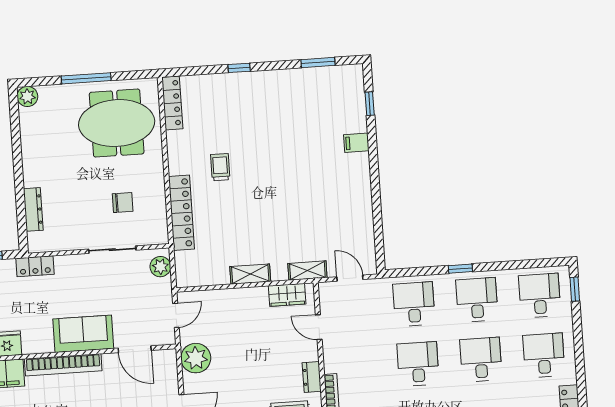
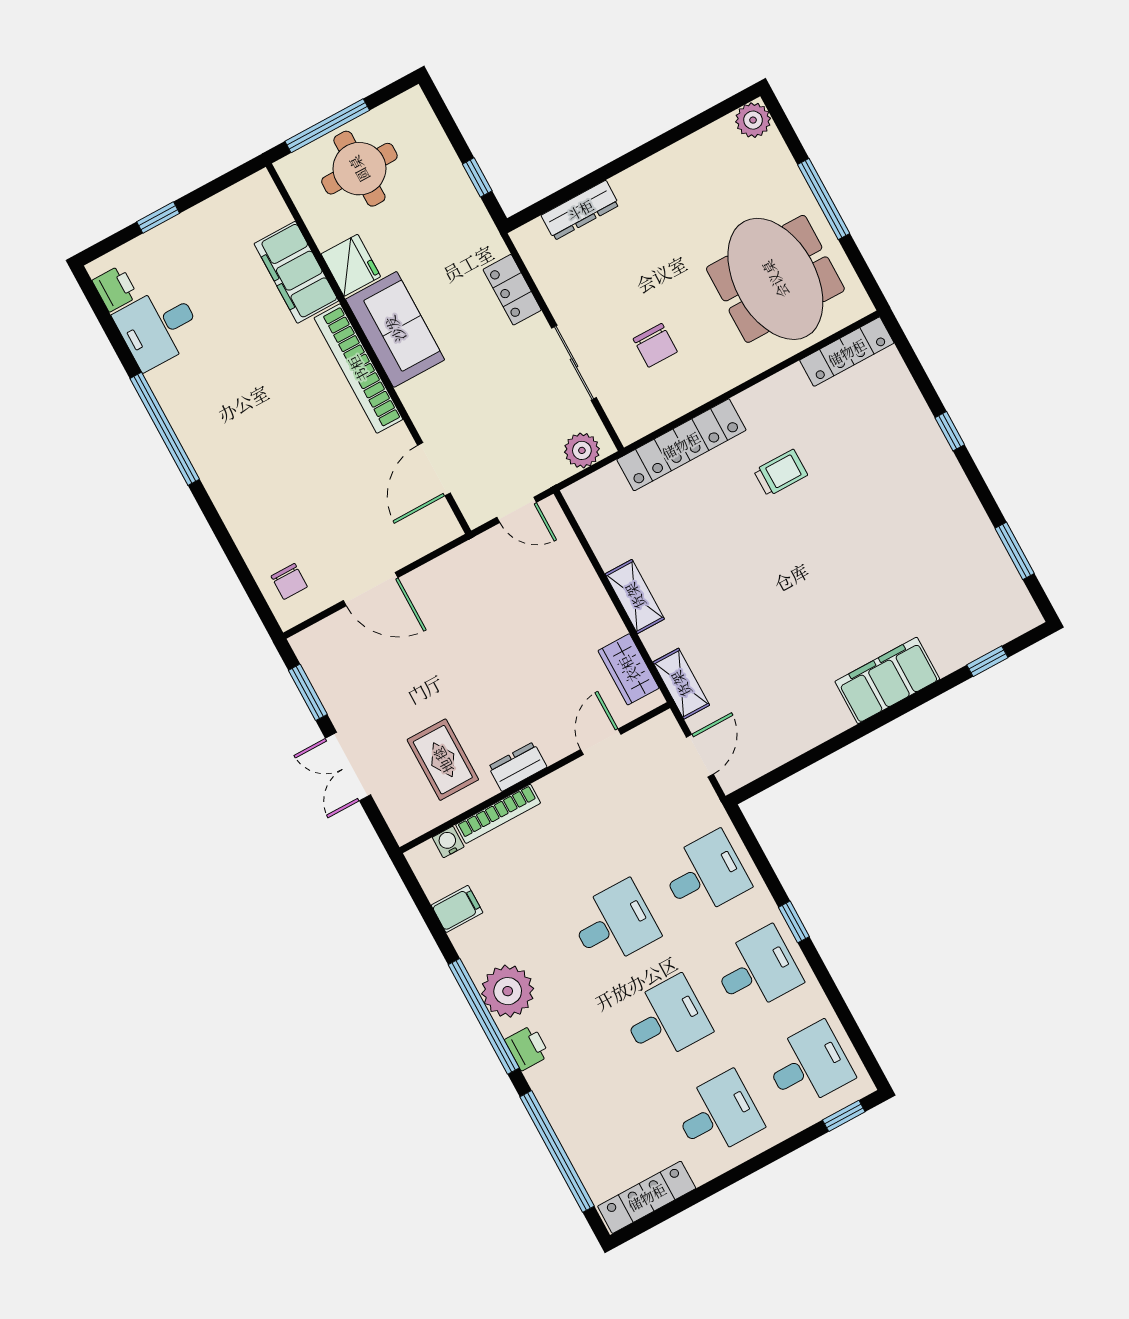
filing cabinet: (356, 143) -> (887, 680), width x3.00, depth x1.17
locker: (35, 266) -> (512, 290), moved
sofa: (83, 334) -> (395, 329), moved
plant: (196, 358) -> (464, 571), removed

